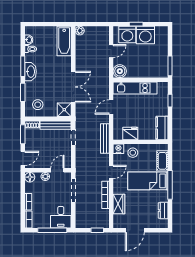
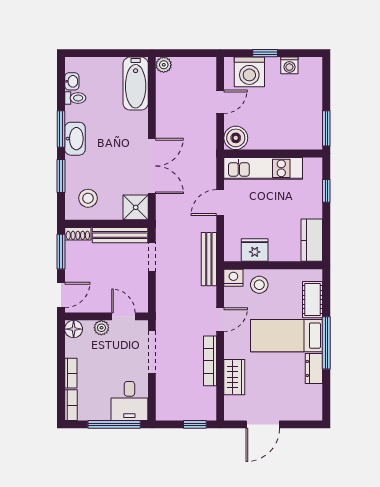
washing machine: (145, 35) -> (289, 65), width x0.53, depth x0.53
door: (57, 170) -> (123, 316), hinge flipped
dresser: (163, 210) -> (314, 369), moved

